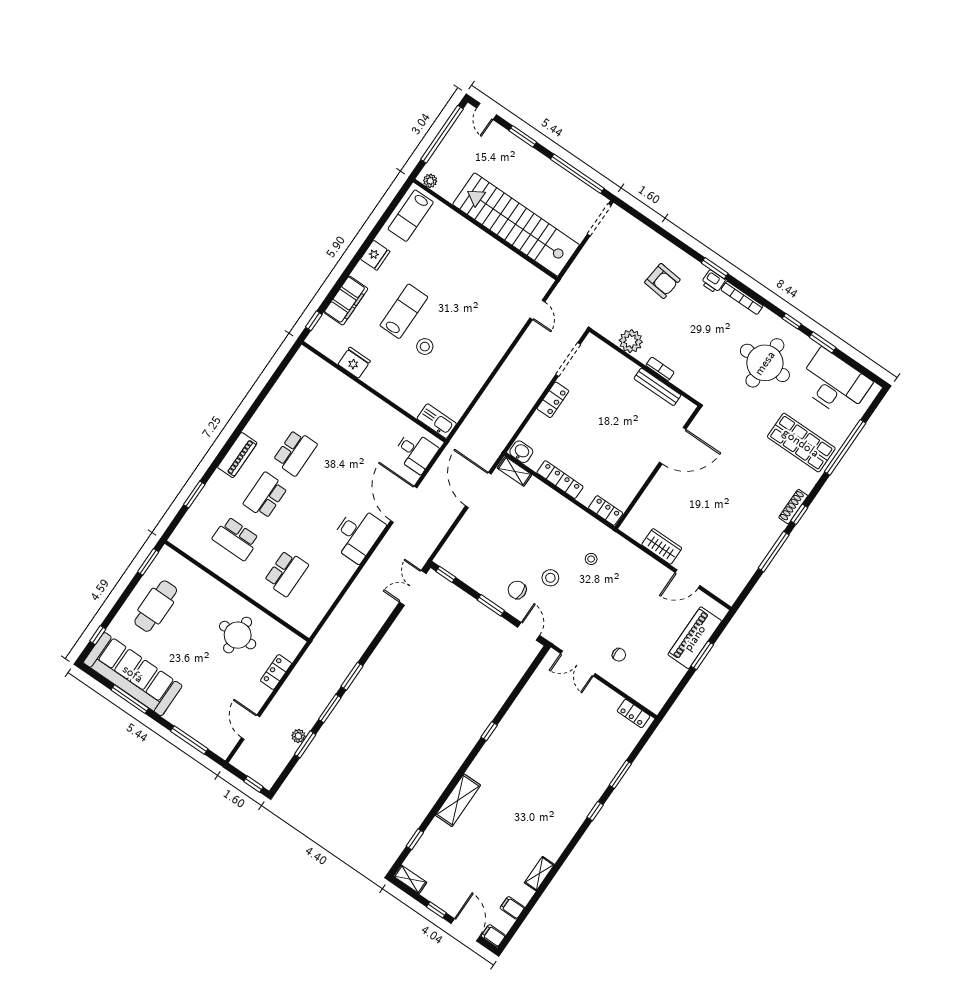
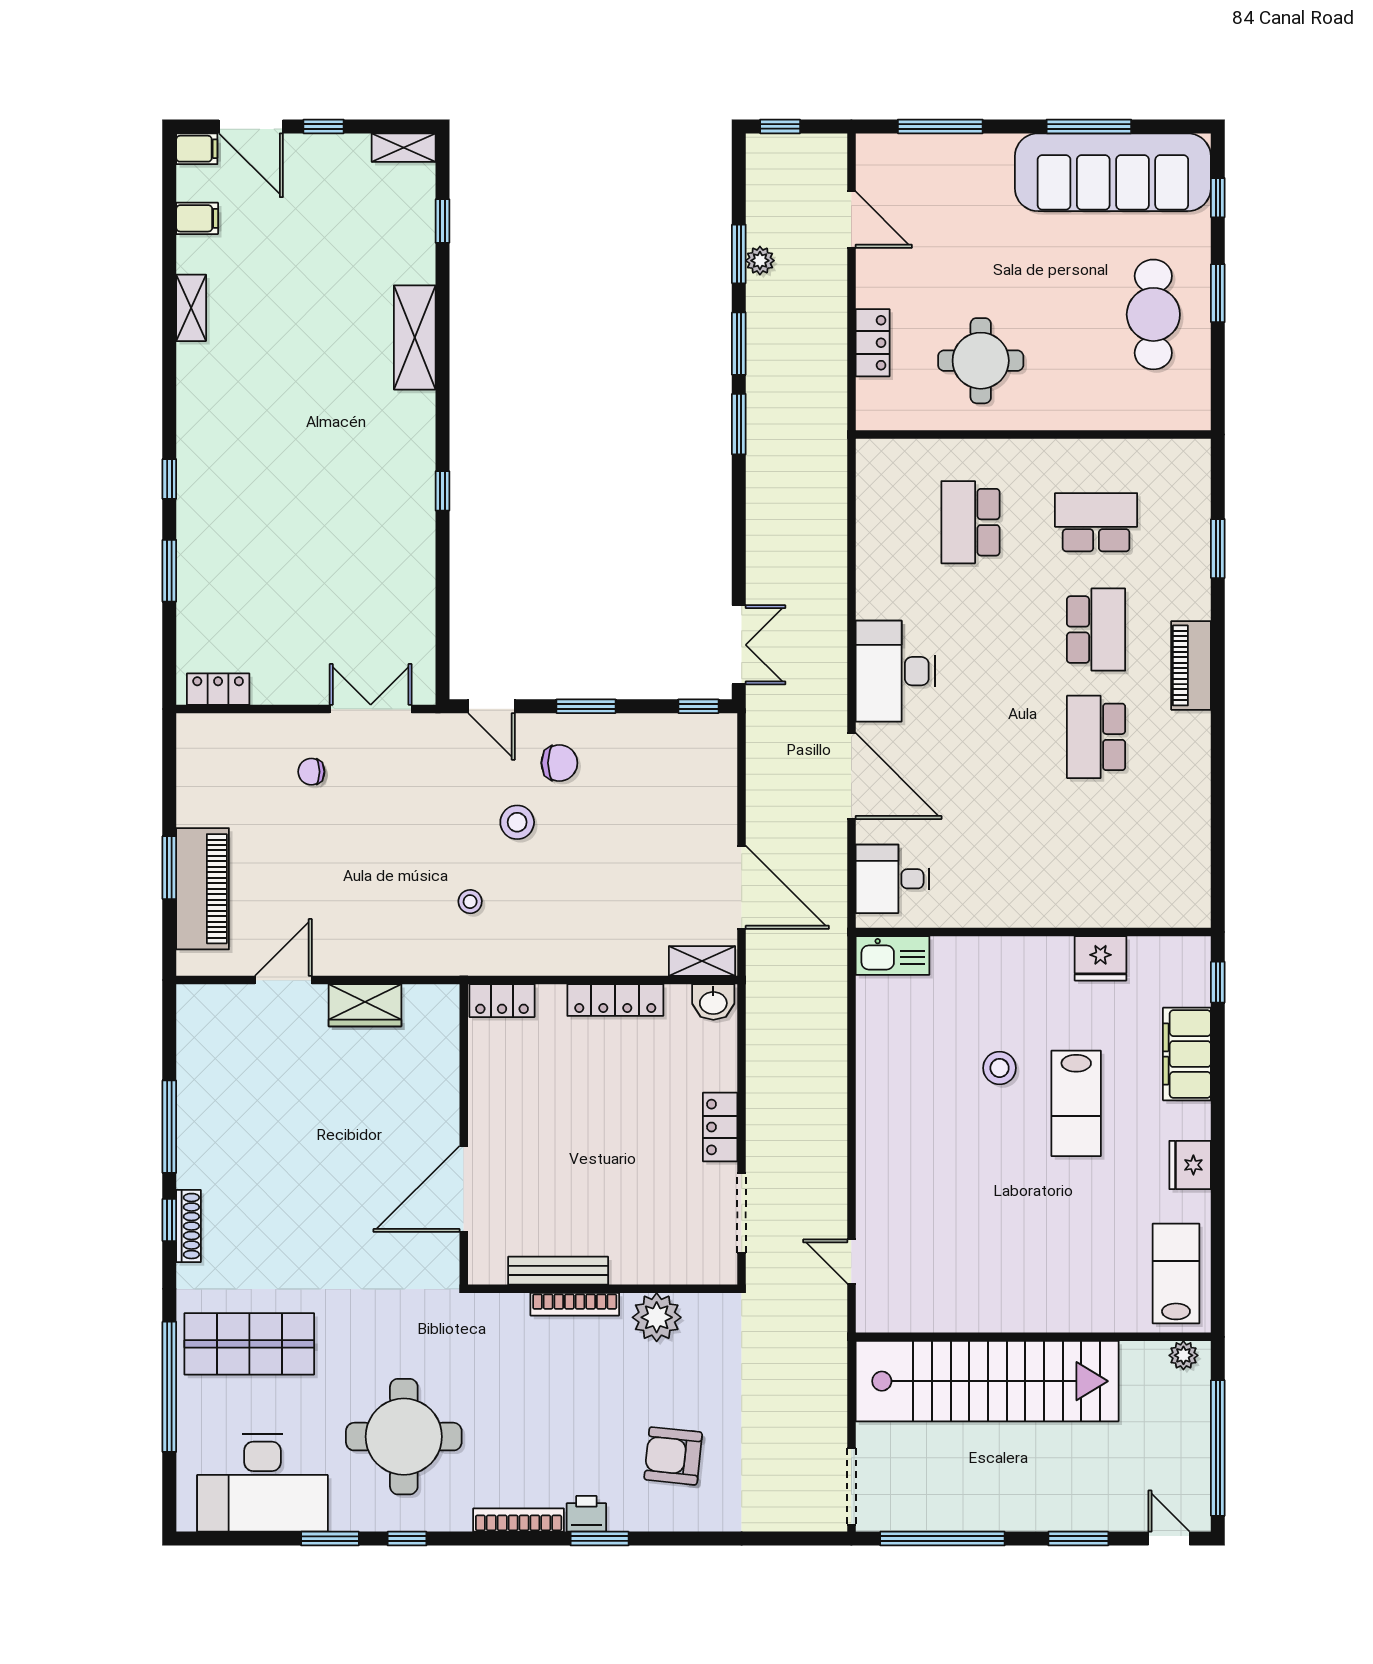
bookcase: (660, 369) -> (575, 1304), width x1.56
window: (148, 562) -> (1218, 293), moved

